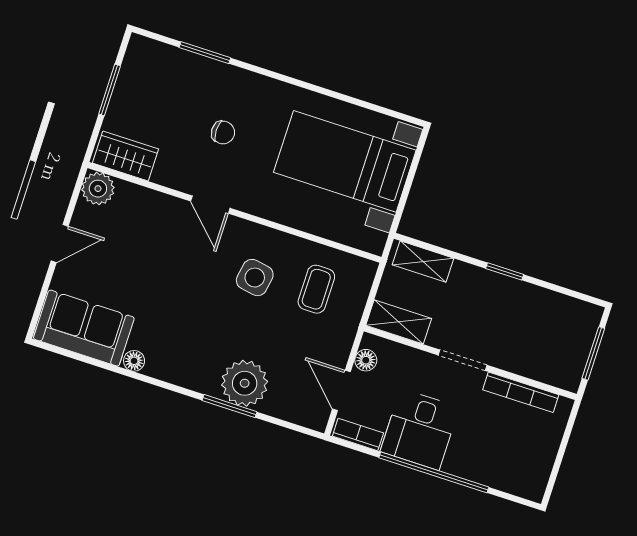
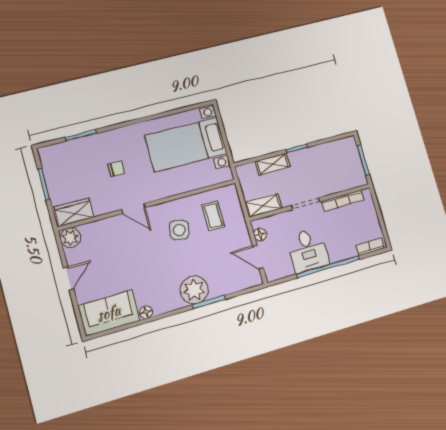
shelving: (423, 262) -> (273, 164), moved
plant: (245, 383) -> (194, 290), moved
bookcase: (358, 435) -> (370, 247), moved

